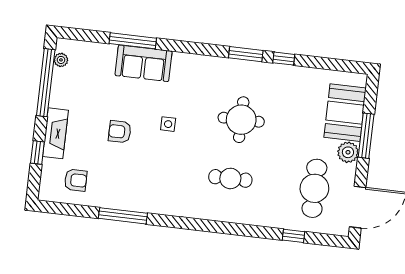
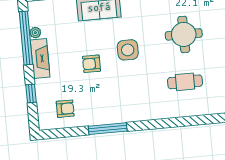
plant: (61, 60) -> (35, 33), moved
side table: (168, 124) -> (128, 50), width x1.87, depth x1.87
fireplace: (55, 133) -> (40, 59), moved

